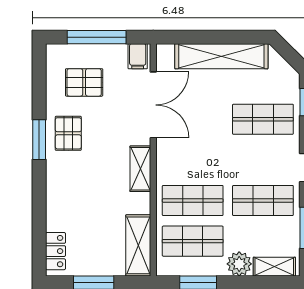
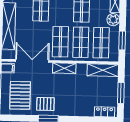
pallet: (84, 82) -> (20, 95), width x1.50, depth x1.42
shop shelf: (193, 160) -> (60, 42), added

